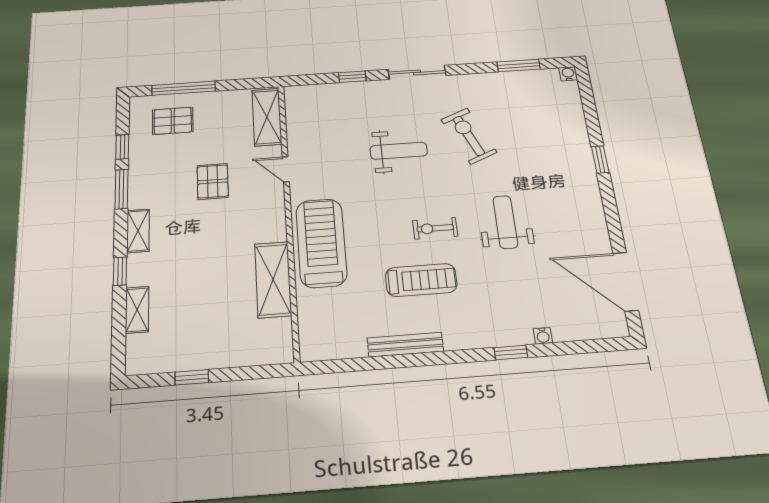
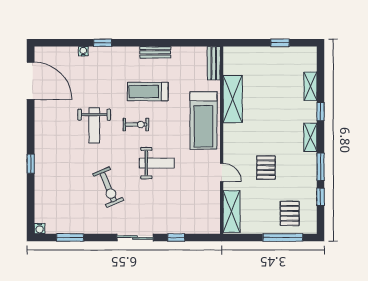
pallet: (173, 121) -> (290, 213), turned 90
weight bench: (399, 151) -> (157, 163), moved, turned 180
bench: (310, 334) -> (214, 63), added
bench: (405, 345) -> (155, 52), width x0.73

